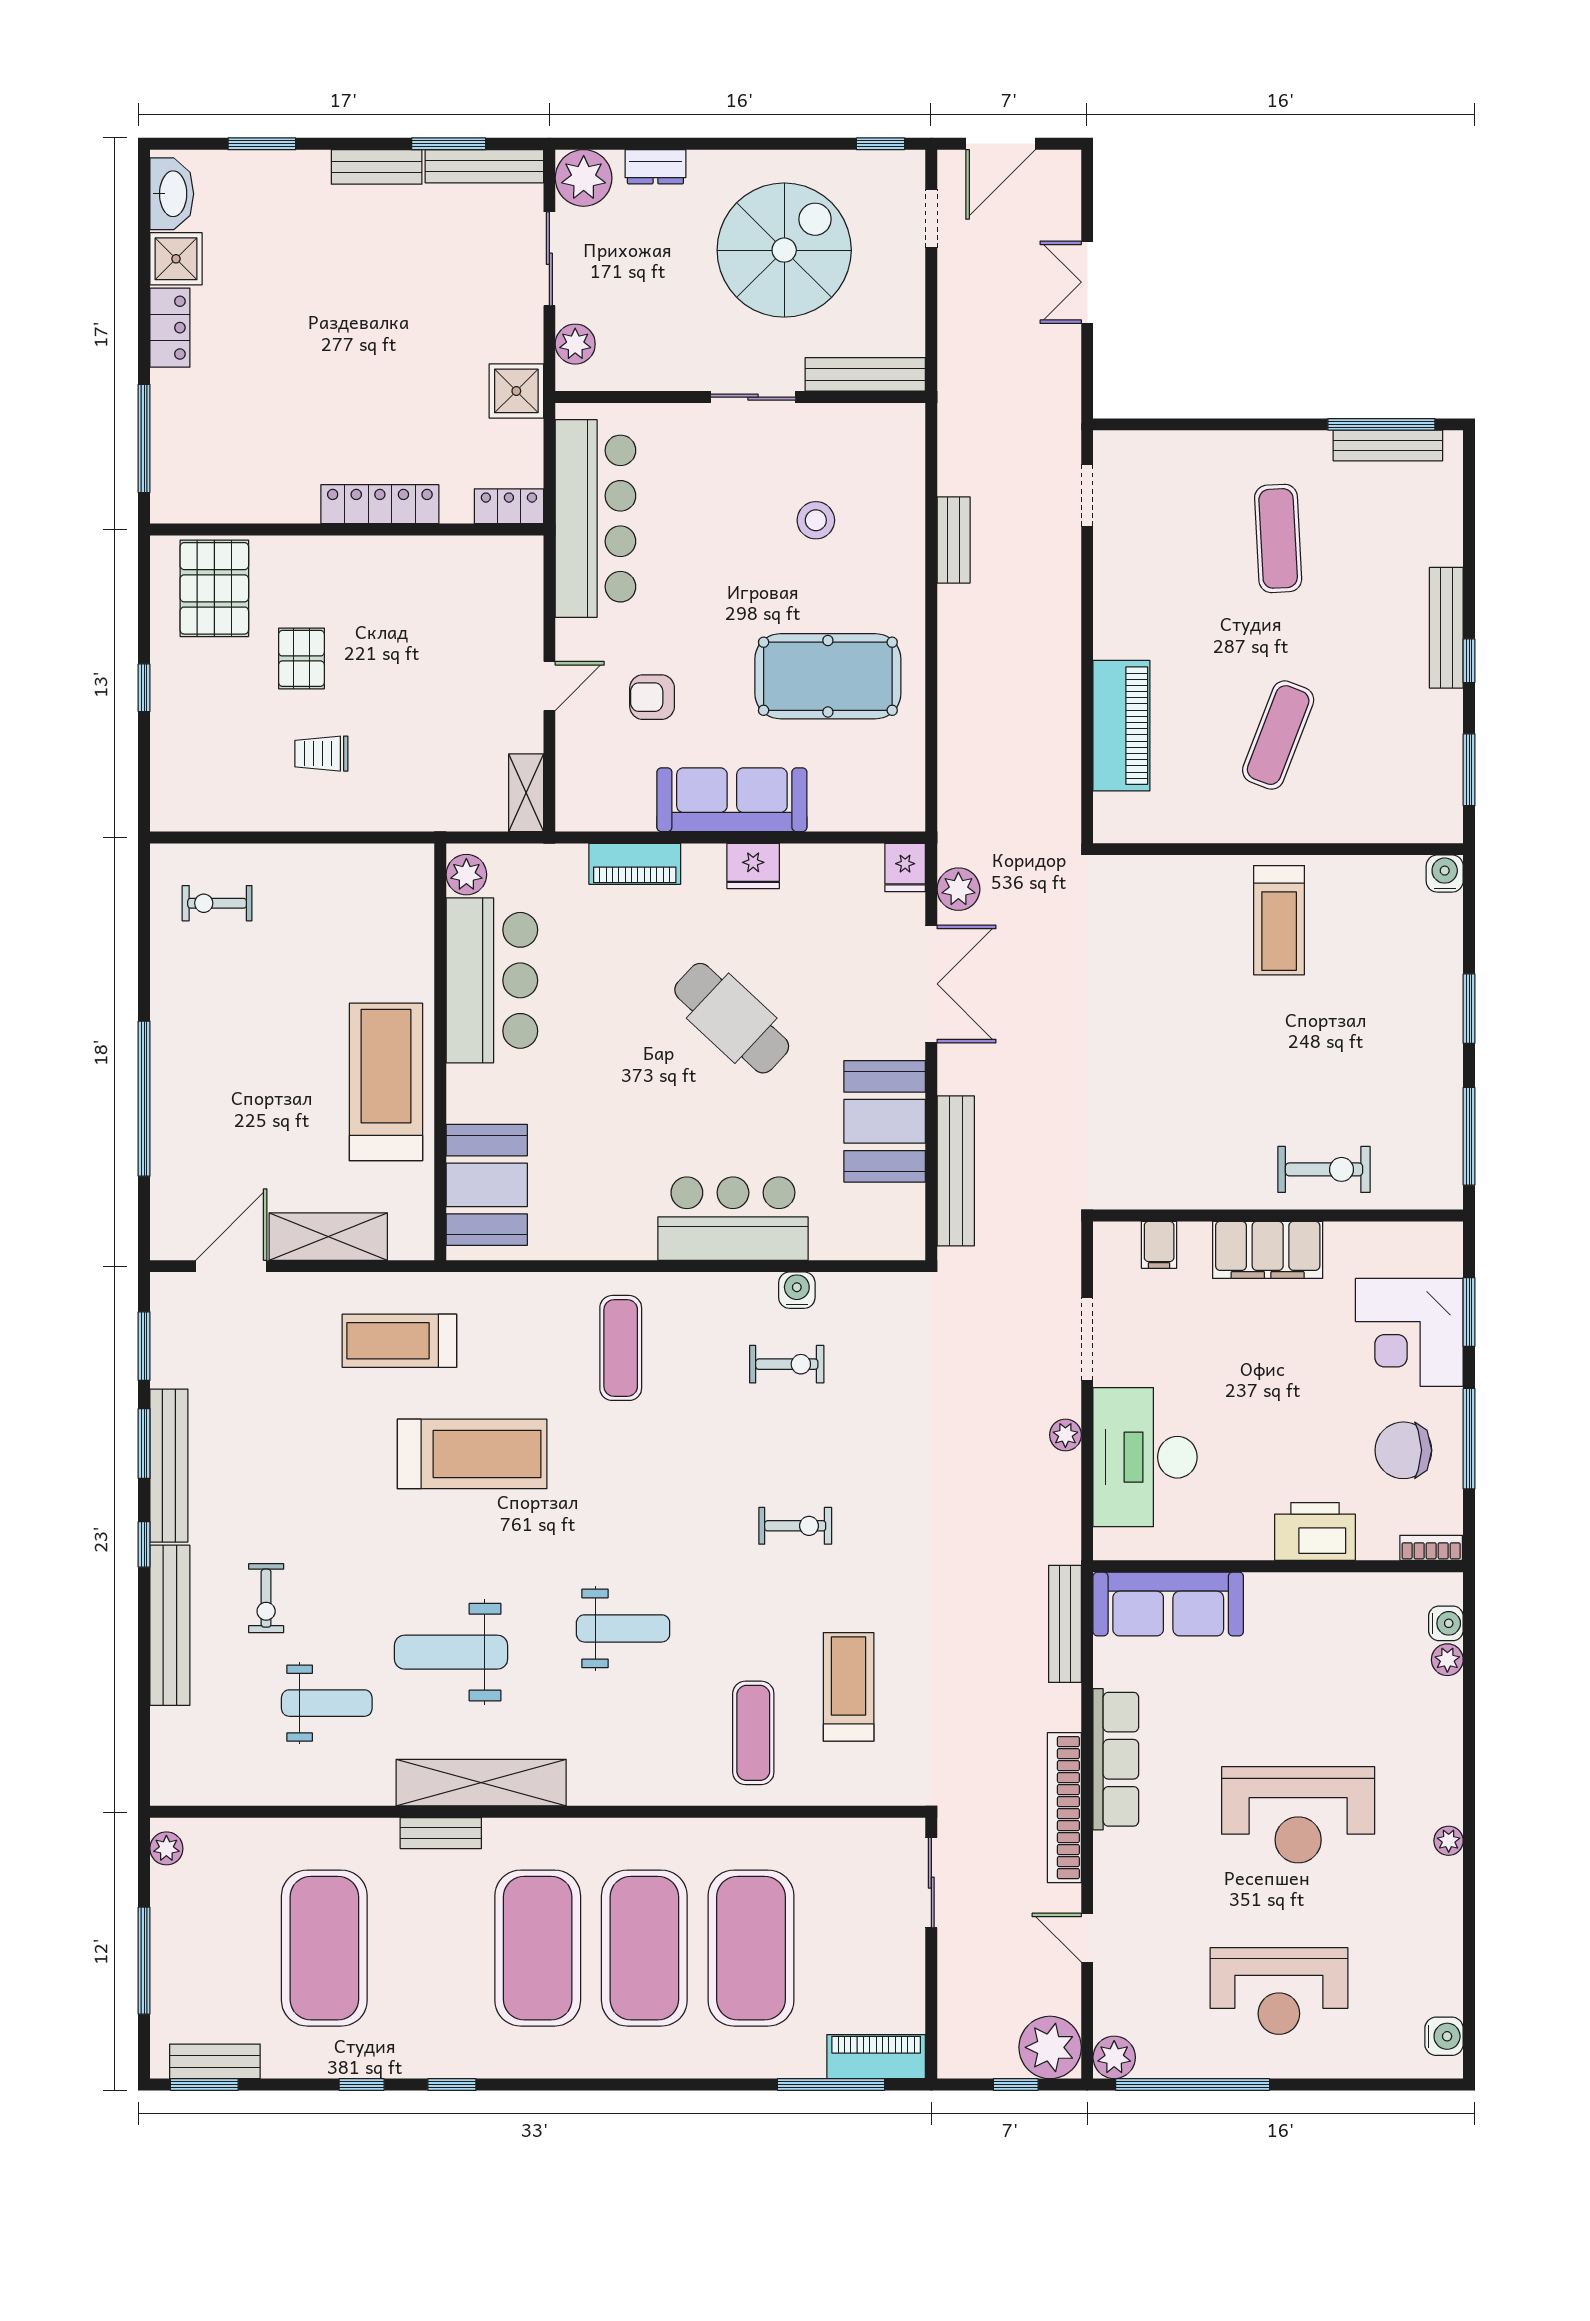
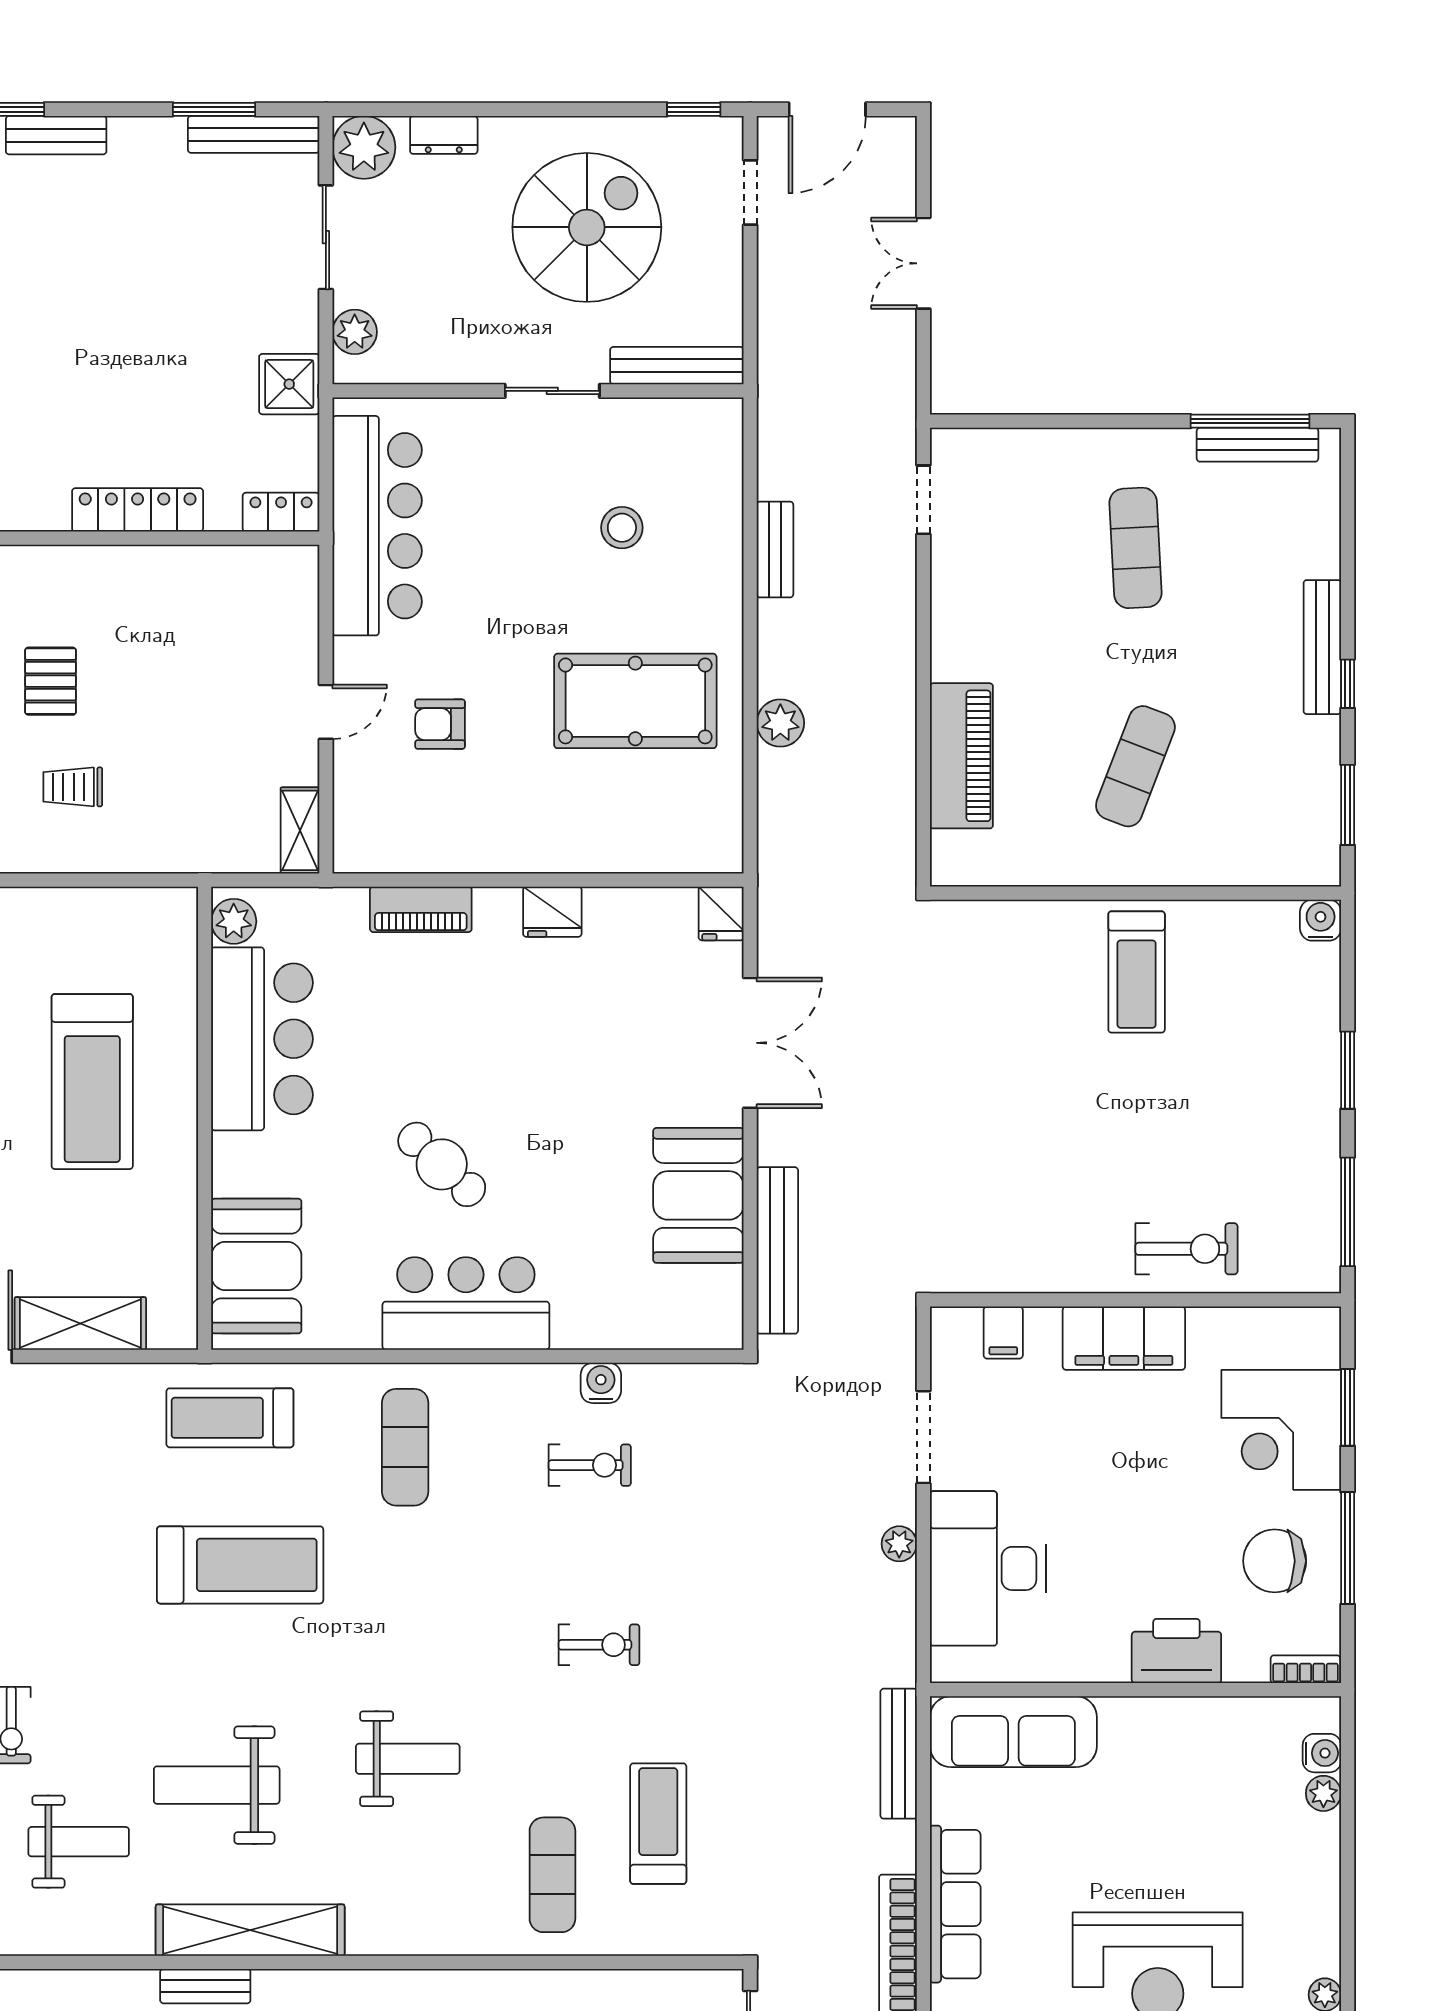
bench: (377, 167) -> (56, 135), moved
sofa: (732, 800) -> (529, 838), removed
plant: (958, 889) -> (780, 723), moved
cafe table: (732, 1018) -> (442, 1164), moved, width x0.73, depth x0.74
treadmill: (386, 1082) -> (92, 1082), moved, turned 180
bar counter: (733, 1219) -> (466, 1303), moved
treadmill: (399, 1341) -> (230, 1418), moved

